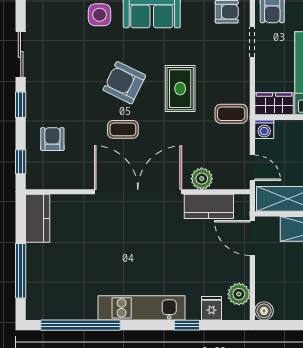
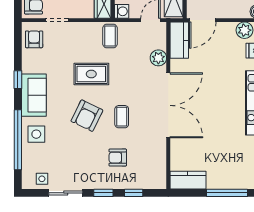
side table: (39, 22) -> (42, 179), added
armchair: (52, 139) -> (118, 158), moved
window: (21, 162) -> (134, 193), moved
double door: (138, 192) -> (168, 105), swing flipped
kitchen counter: (209, 206) -> (179, 40), moved

